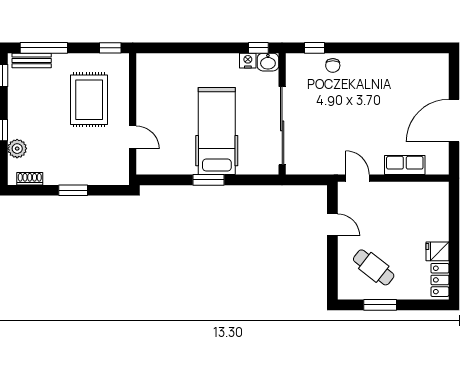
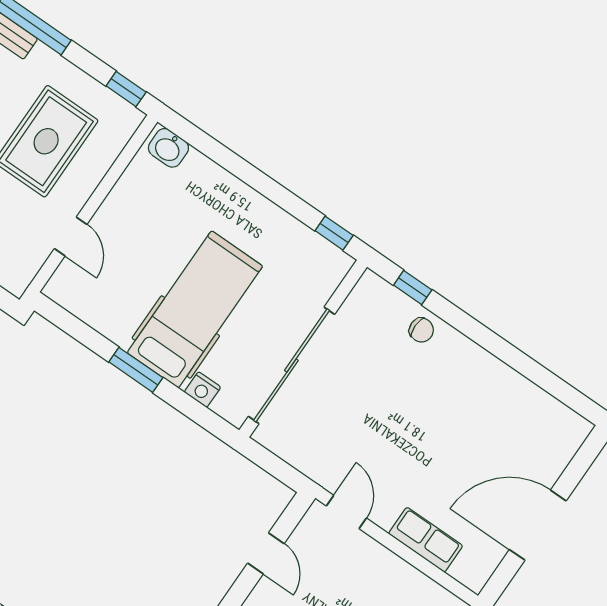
nightstand: (248, 61) -> (202, 390), moved, turned 180
washbasin: (268, 62) -> (168, 148), moved
chair: (333, 65) -> (421, 330), turned -89

